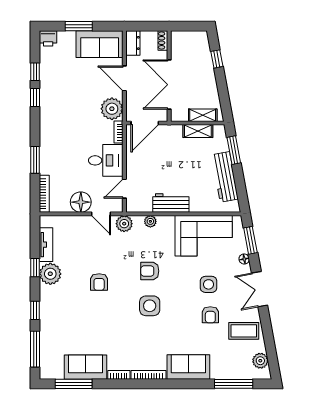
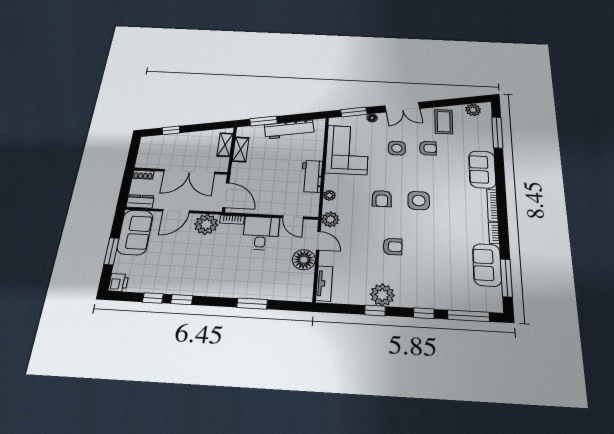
bookcase: (44, 194) -> (291, 296), removed
door: (101, 214) -> (318, 241), hinge flipped
tv unit: (46, 245) -> (324, 283), moved, turned 90

